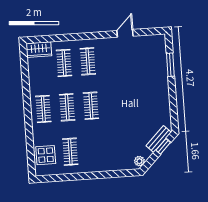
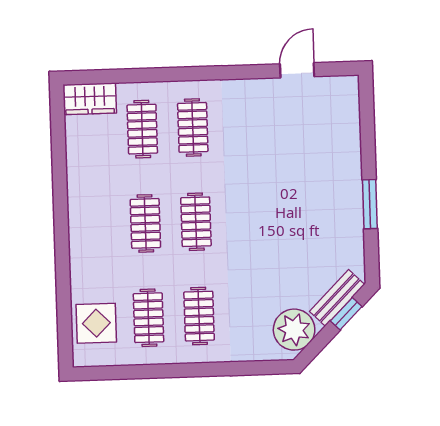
door: (125, 33) -> (297, 70), moved
window: (170, 65) -> (370, 204), moved
clothes rail: (43, 109) -> (199, 316), moved
plant: (139, 161) -> (294, 330), width x1.88, depth x1.88

